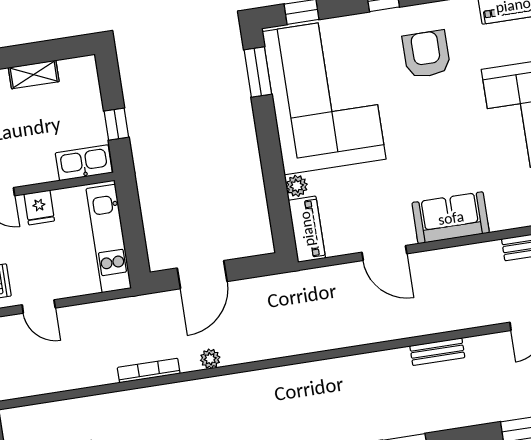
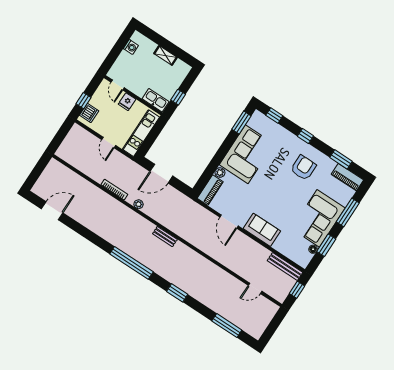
corner sofa: (324, 95) -> (247, 154), width x0.73, depth x0.74
door: (39, 306) -> (109, 143), moved
bench: (437, 352) -> (165, 237), moved

